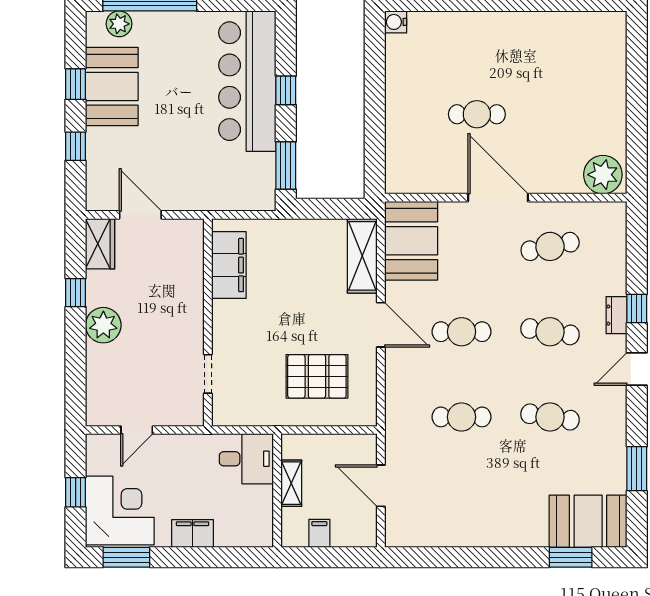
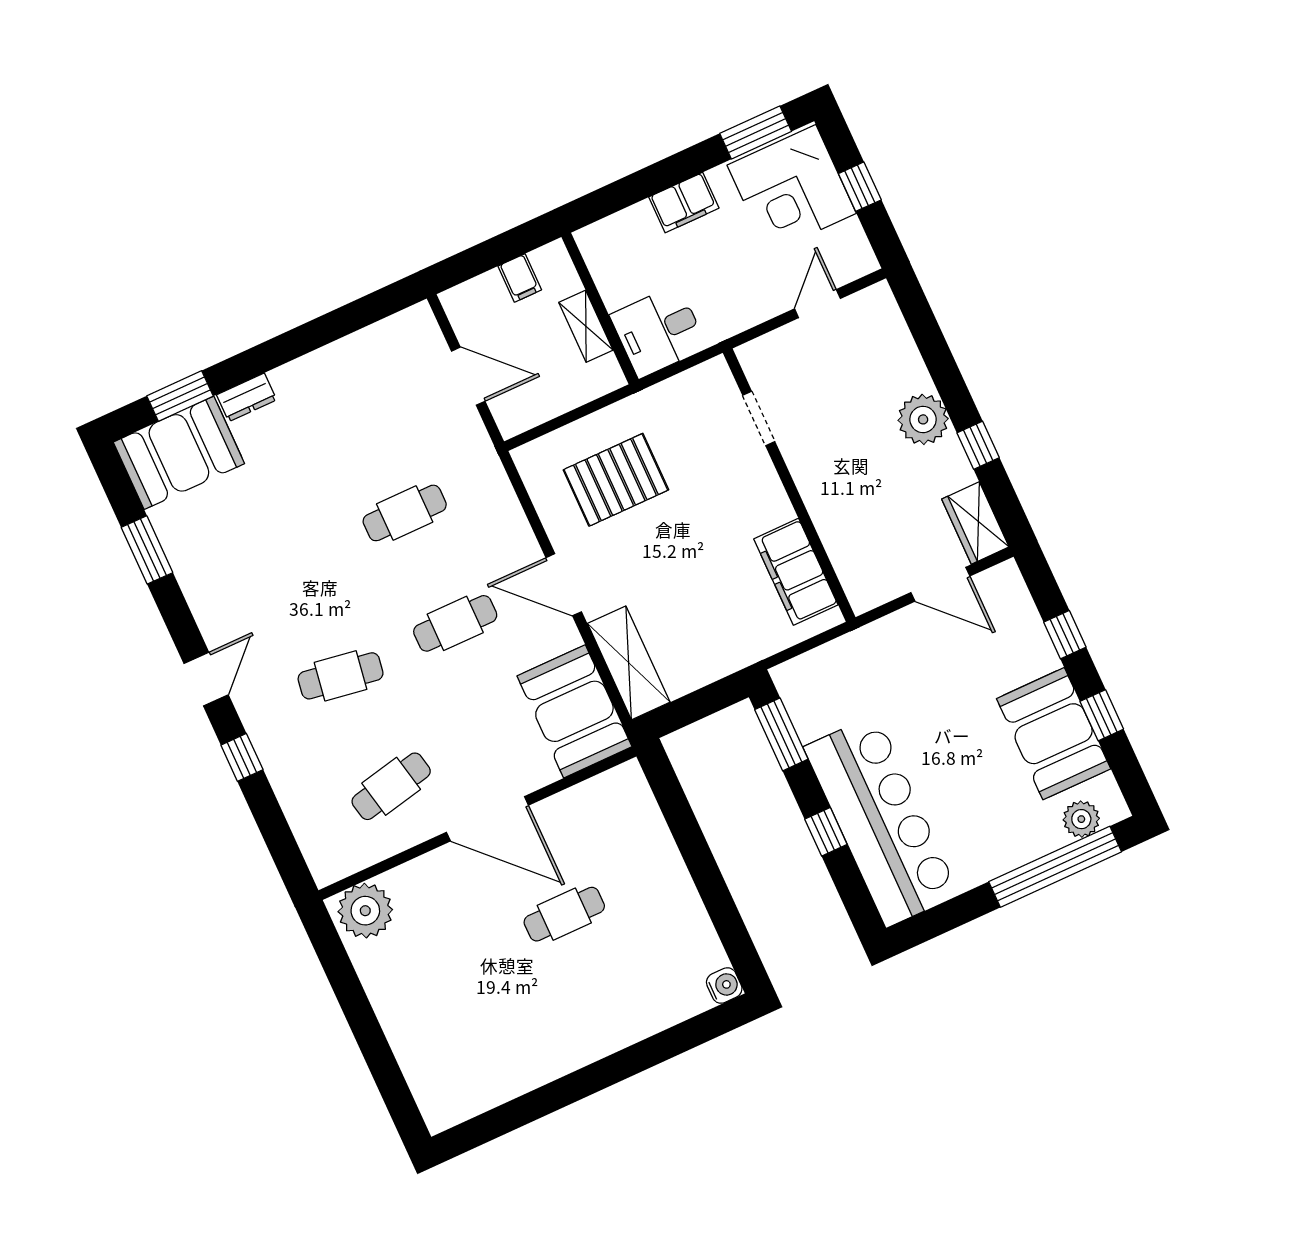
dresser: (616, 315) -> (247, 397), moved, turned 90
cafe table: (550, 417) -> (290, 565), removed

